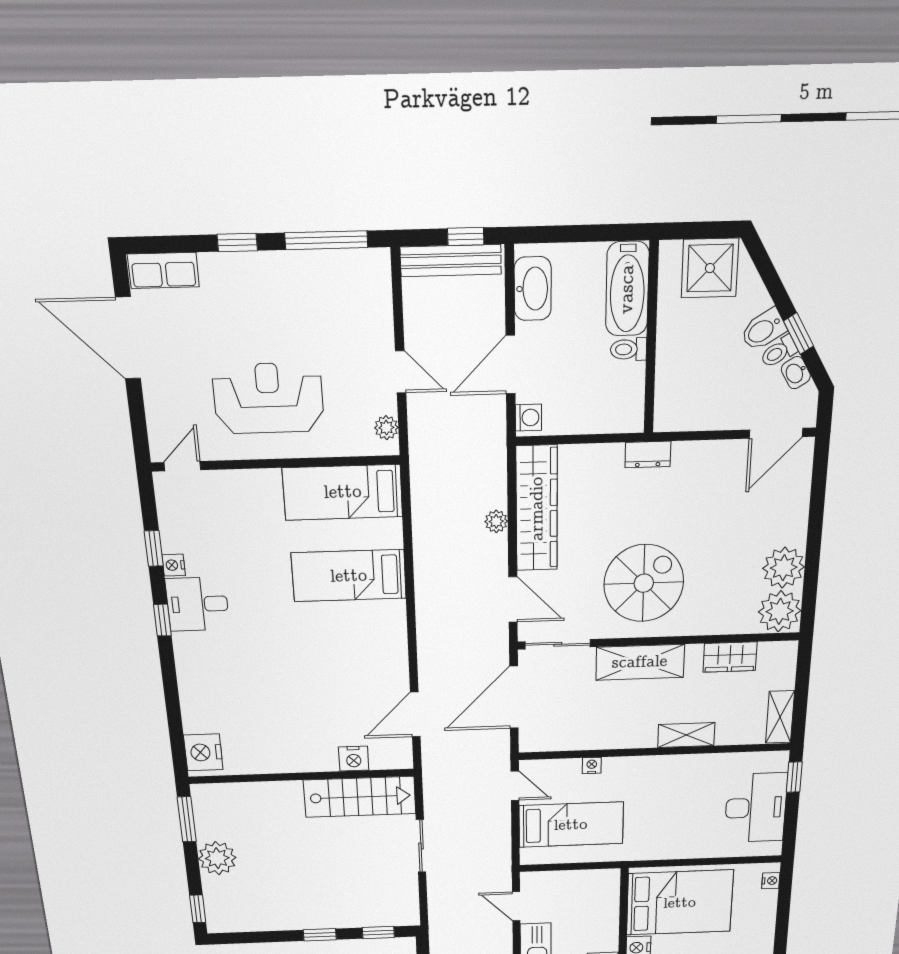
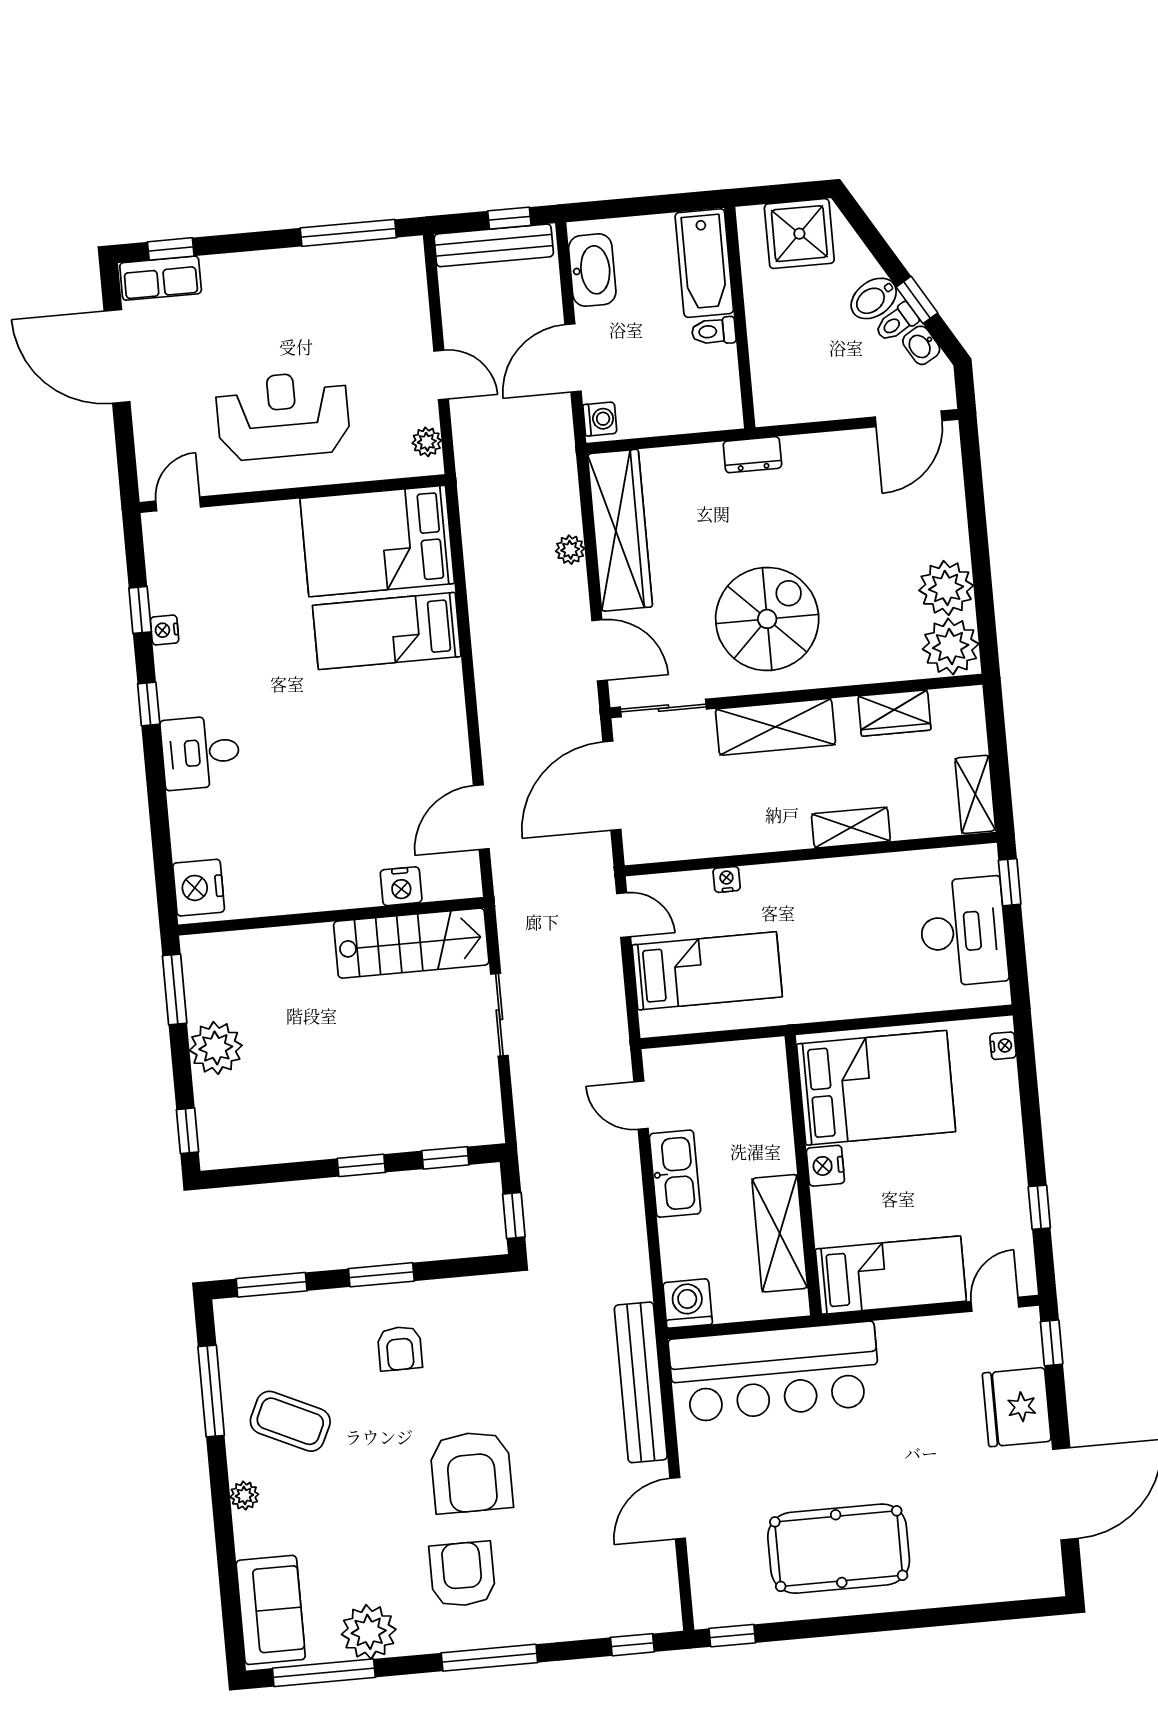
window: (237, 243) -> (171, 249), moved
bed: (343, 492) -> (377, 541), width x1.50
desk: (198, 604) -> (201, 753), moved

